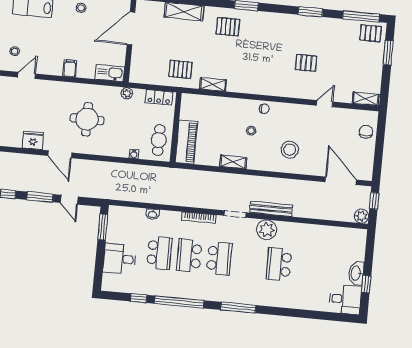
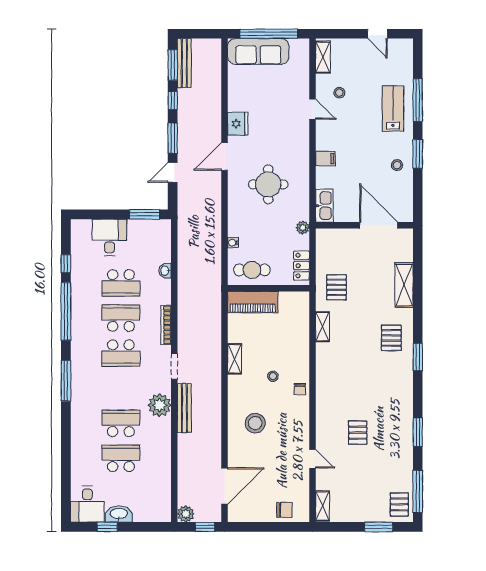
school desk: (309, 267) -> (121, 458), added

